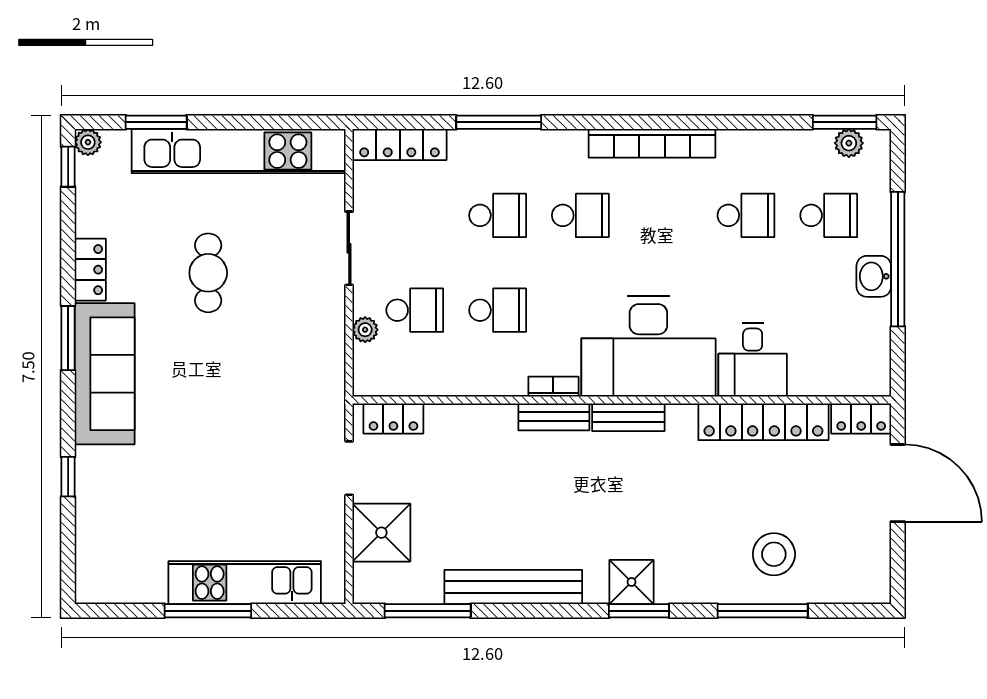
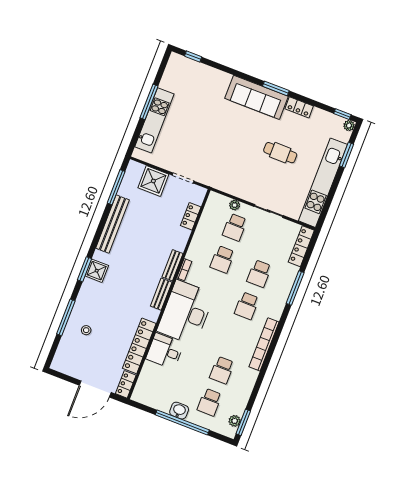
locker: (393, 418) -> (191, 216), moved
window: (68, 477) -> (193, 56), moved
stool: (774, 554) -> (86, 330), width x0.53, depth x0.53

